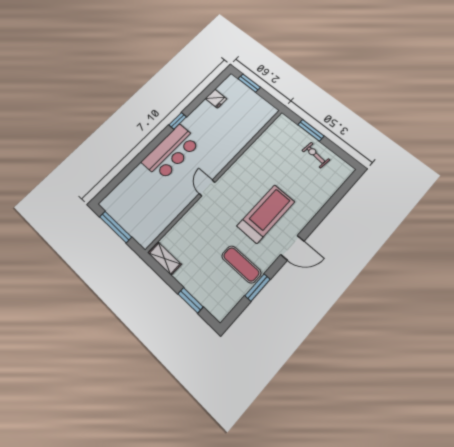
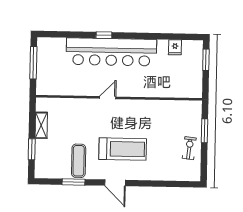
window: (178, 121) -> (104, 35), moved
bar counter: (171, 152) -> (111, 52), width x1.86
shelving: (165, 259) -> (41, 125), moved

